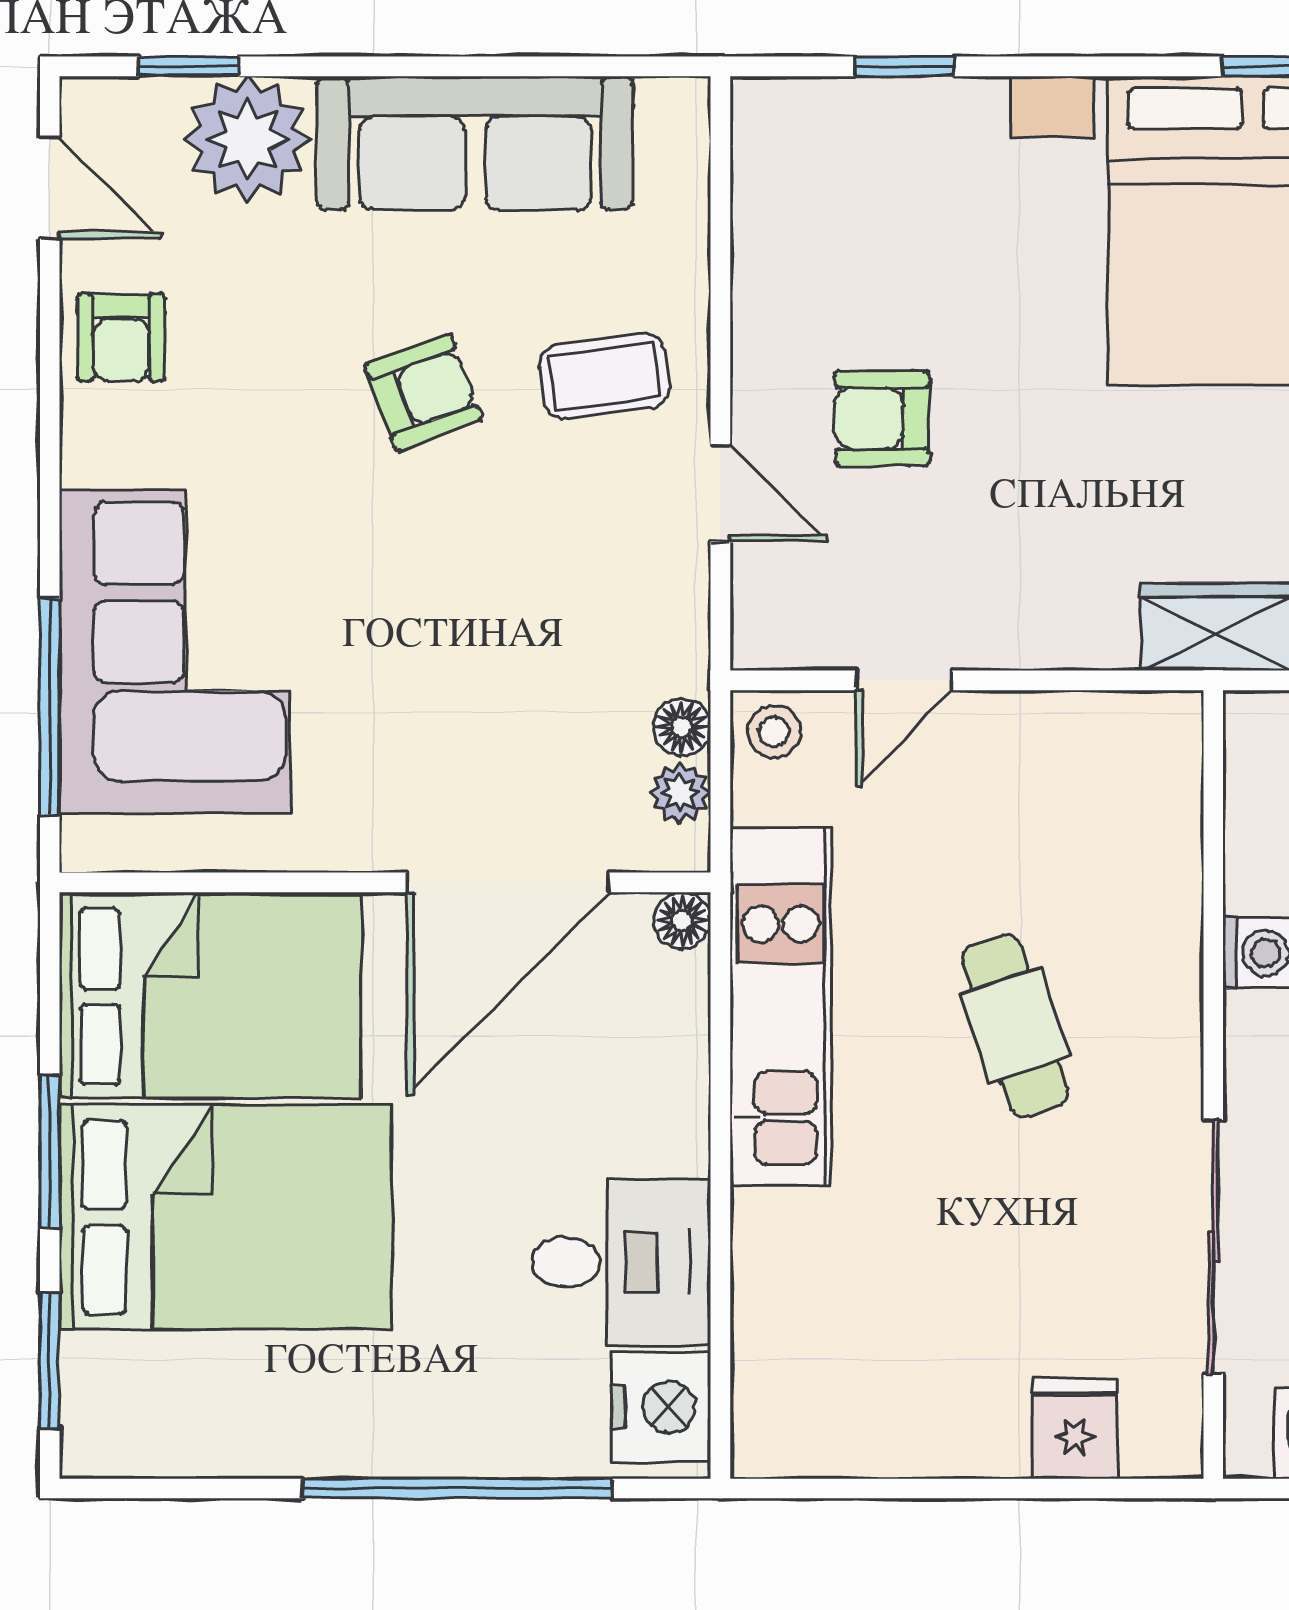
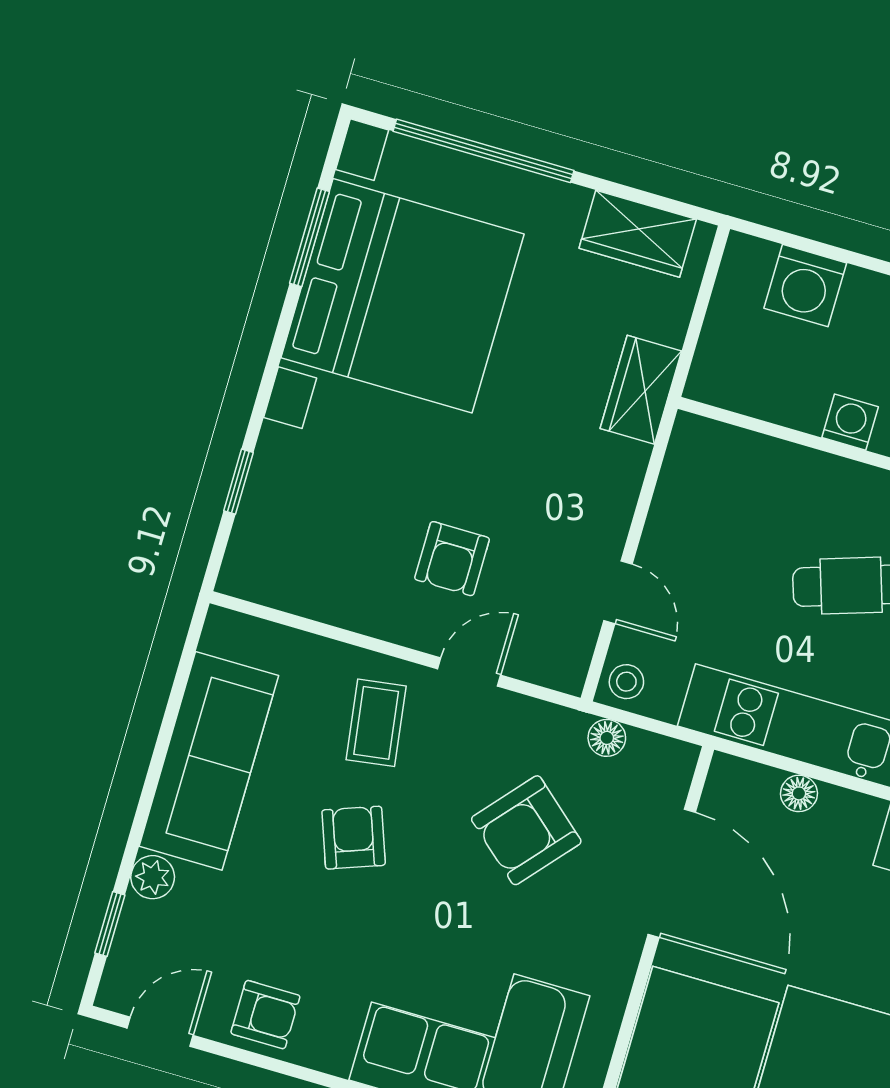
plant: (248, 139) -> (153, 877), width x0.53, depth x0.53
armchair: (509, 647) -> (526, 830), added
plant: (680, 793) -> (647, 751), removed
floor lamp: (682, 921) -> (799, 793), moved

